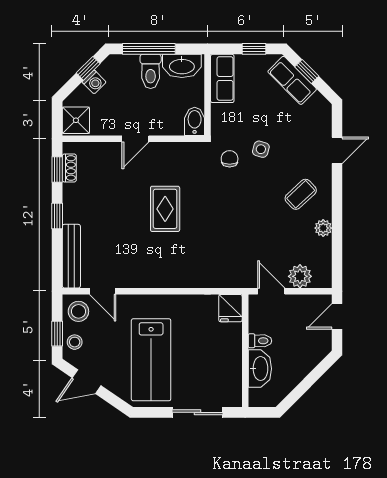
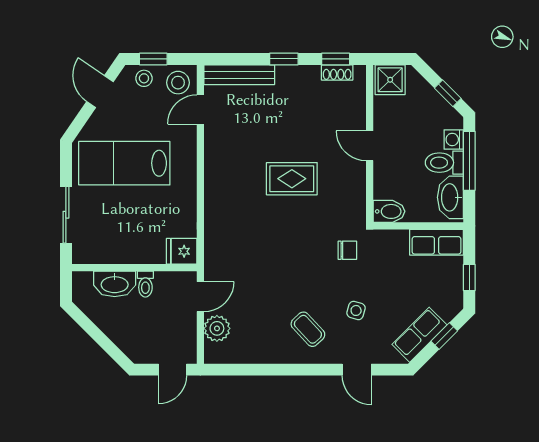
row of seats: (292, 80) -> (419, 335), moved
washing machine: (94, 82) -> (454, 139), moved, turned 45
side table: (261, 149) -> (356, 310), moved
plant: (323, 228) -> (271, 354), removed
door: (337, 316) -> (173, 370), swing flipped

